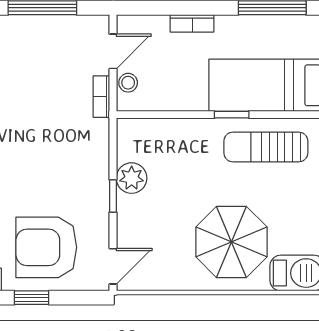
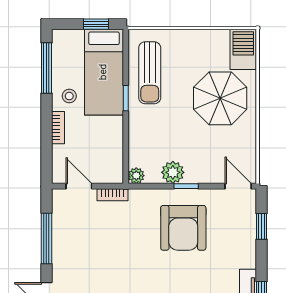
stool: (128, 83) -> (69, 96), moved
plant: (127, 129) -> (136, 176), added
armchair: (46, 247) -> (183, 228), moved
window: (31, 298) -> (262, 226), moved

